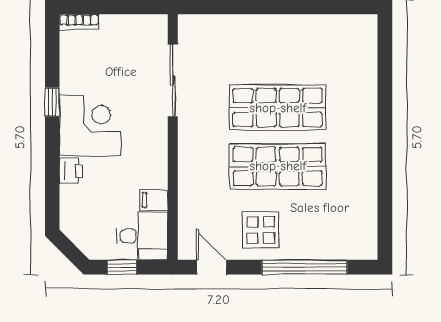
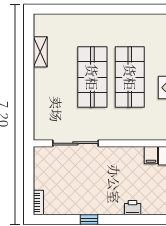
shelving: (317, 25) -> (40, 52), added
corner desk: (90, 126) -> (104, 196), removed

